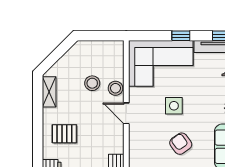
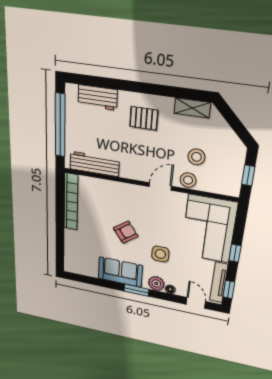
window: (102, 36) -> (248, 175), added
side table: (174, 106) -> (160, 254), moved
pallet: (64, 134) -> (144, 118), turned 90

